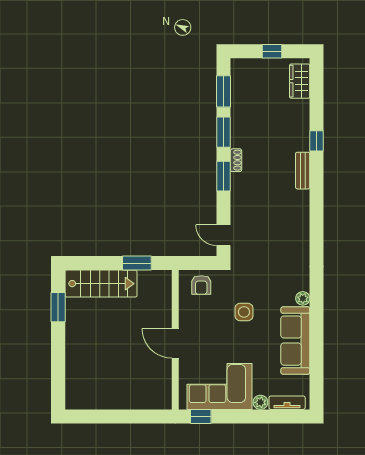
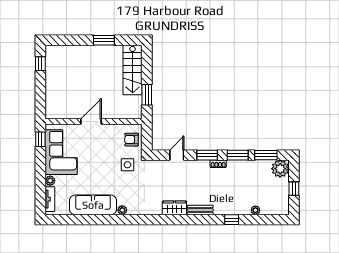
plant: (243, 71) -> (280, 169), added
wardrobe: (300, 81) -> (174, 208), moved
plant: (303, 107) -> (255, 210), added
bench: (303, 171) -> (200, 210), moved
door: (224, 235) -> (177, 155), moved
window: (58, 307) -> (104, 40), moved
side table: (244, 312) -> (127, 165), moved
window: (92, 416) -> (40, 64), added

